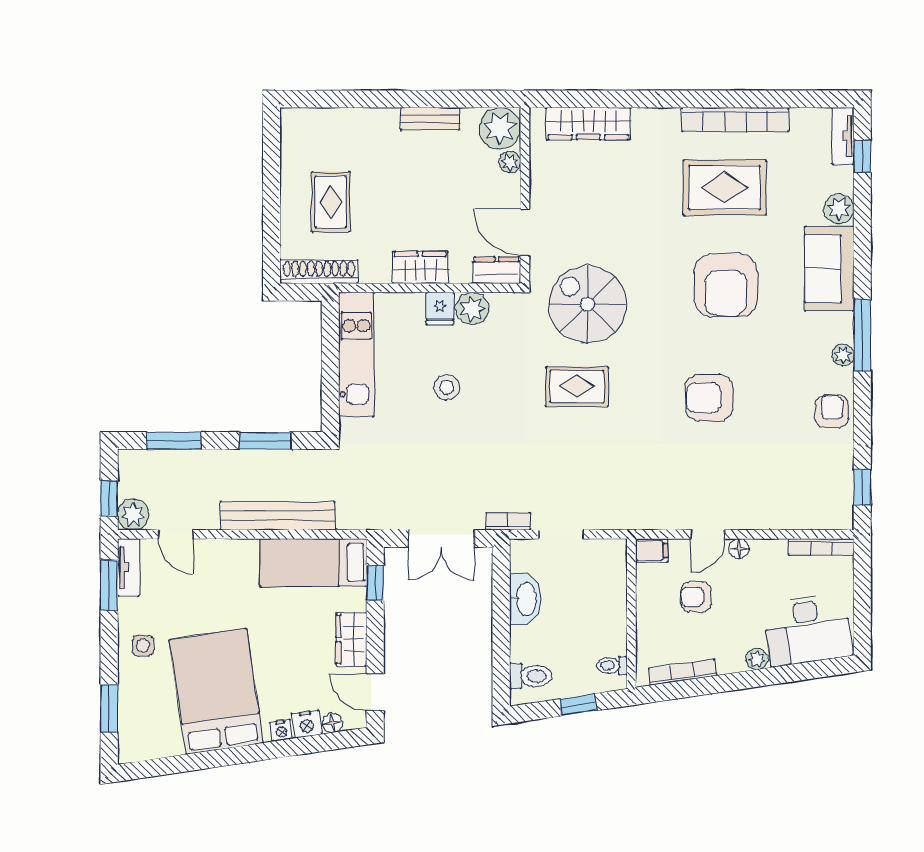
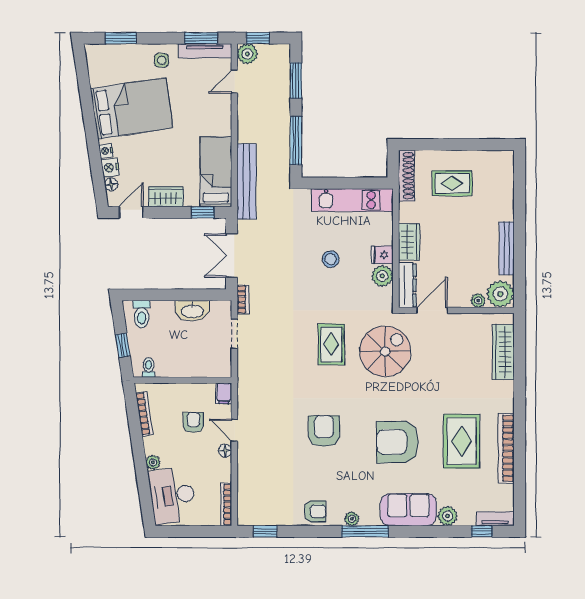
bench: (430, 119) -> (507, 248), width x1.36
dresser: (497, 270) -> (407, 285), width x1.44
window: (265, 441) -> (296, 140), width x1.44
bench: (278, 516) -> (247, 181), moved
tv unit: (129, 567) -> (205, 51), width x1.41

